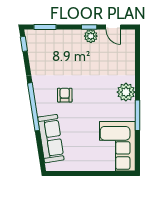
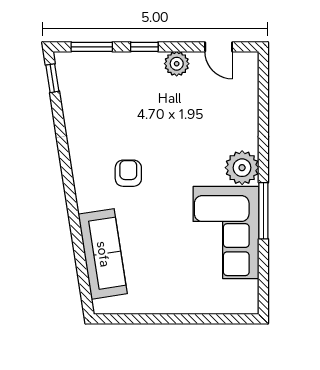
window: (89, 27) -> (144, 47), moved
window: (34, 107) -> (70, 195), removed
corner sofa: (117, 146) -> (226, 233), moved

